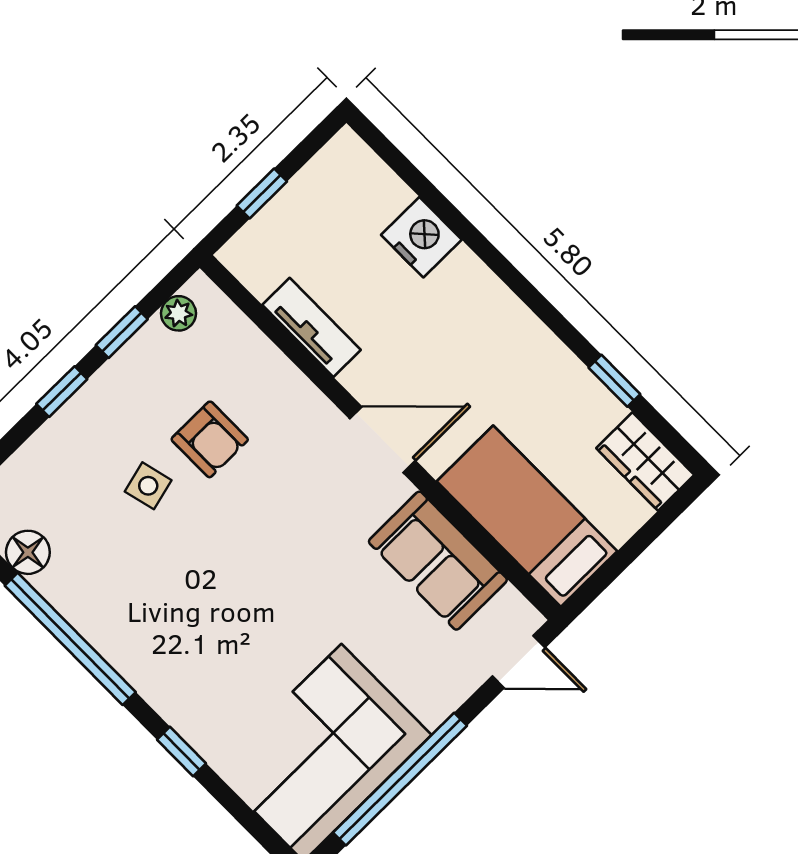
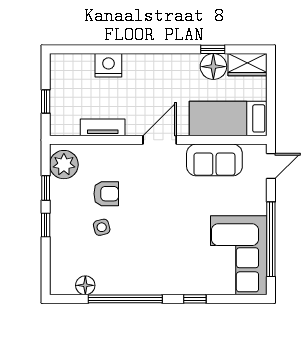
plant: (178, 313) -> (64, 165), width x1.87, depth x1.87
floor lamp: (588, 409) -> (213, 67), added

